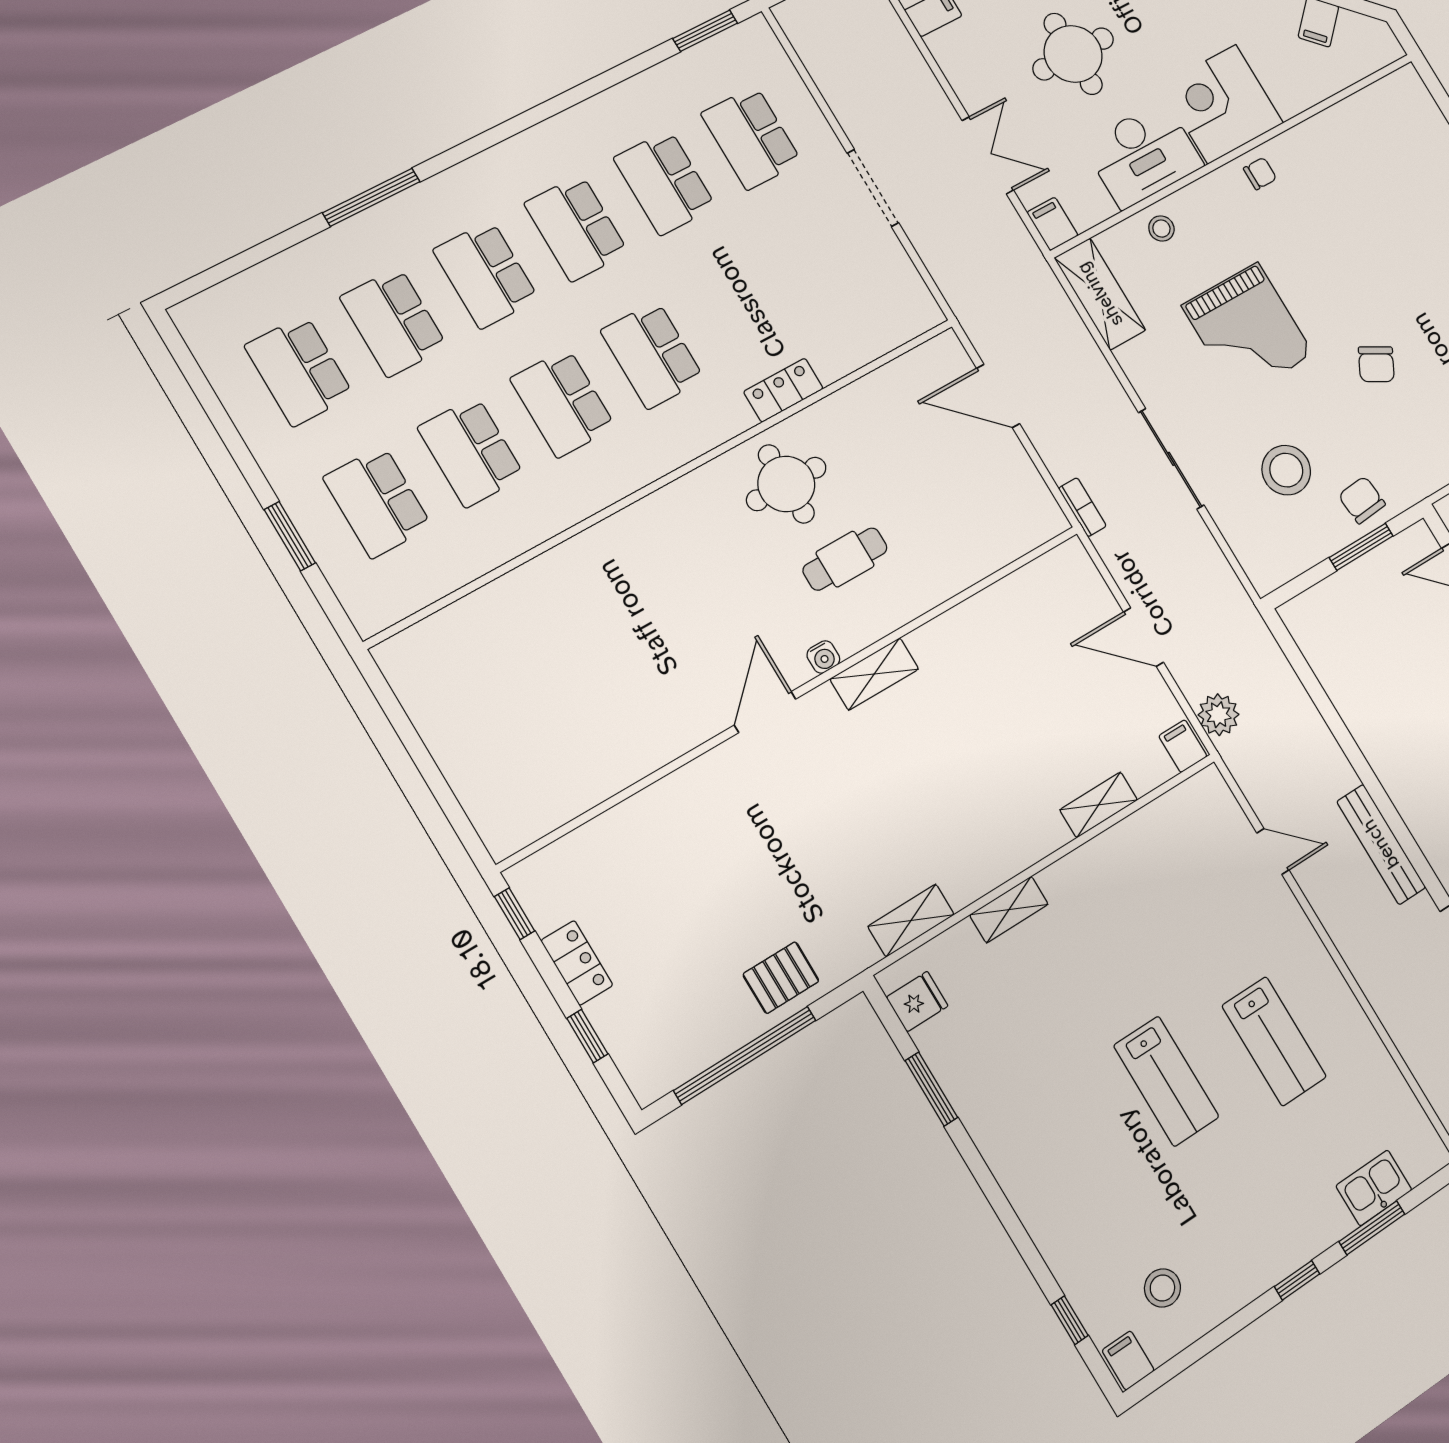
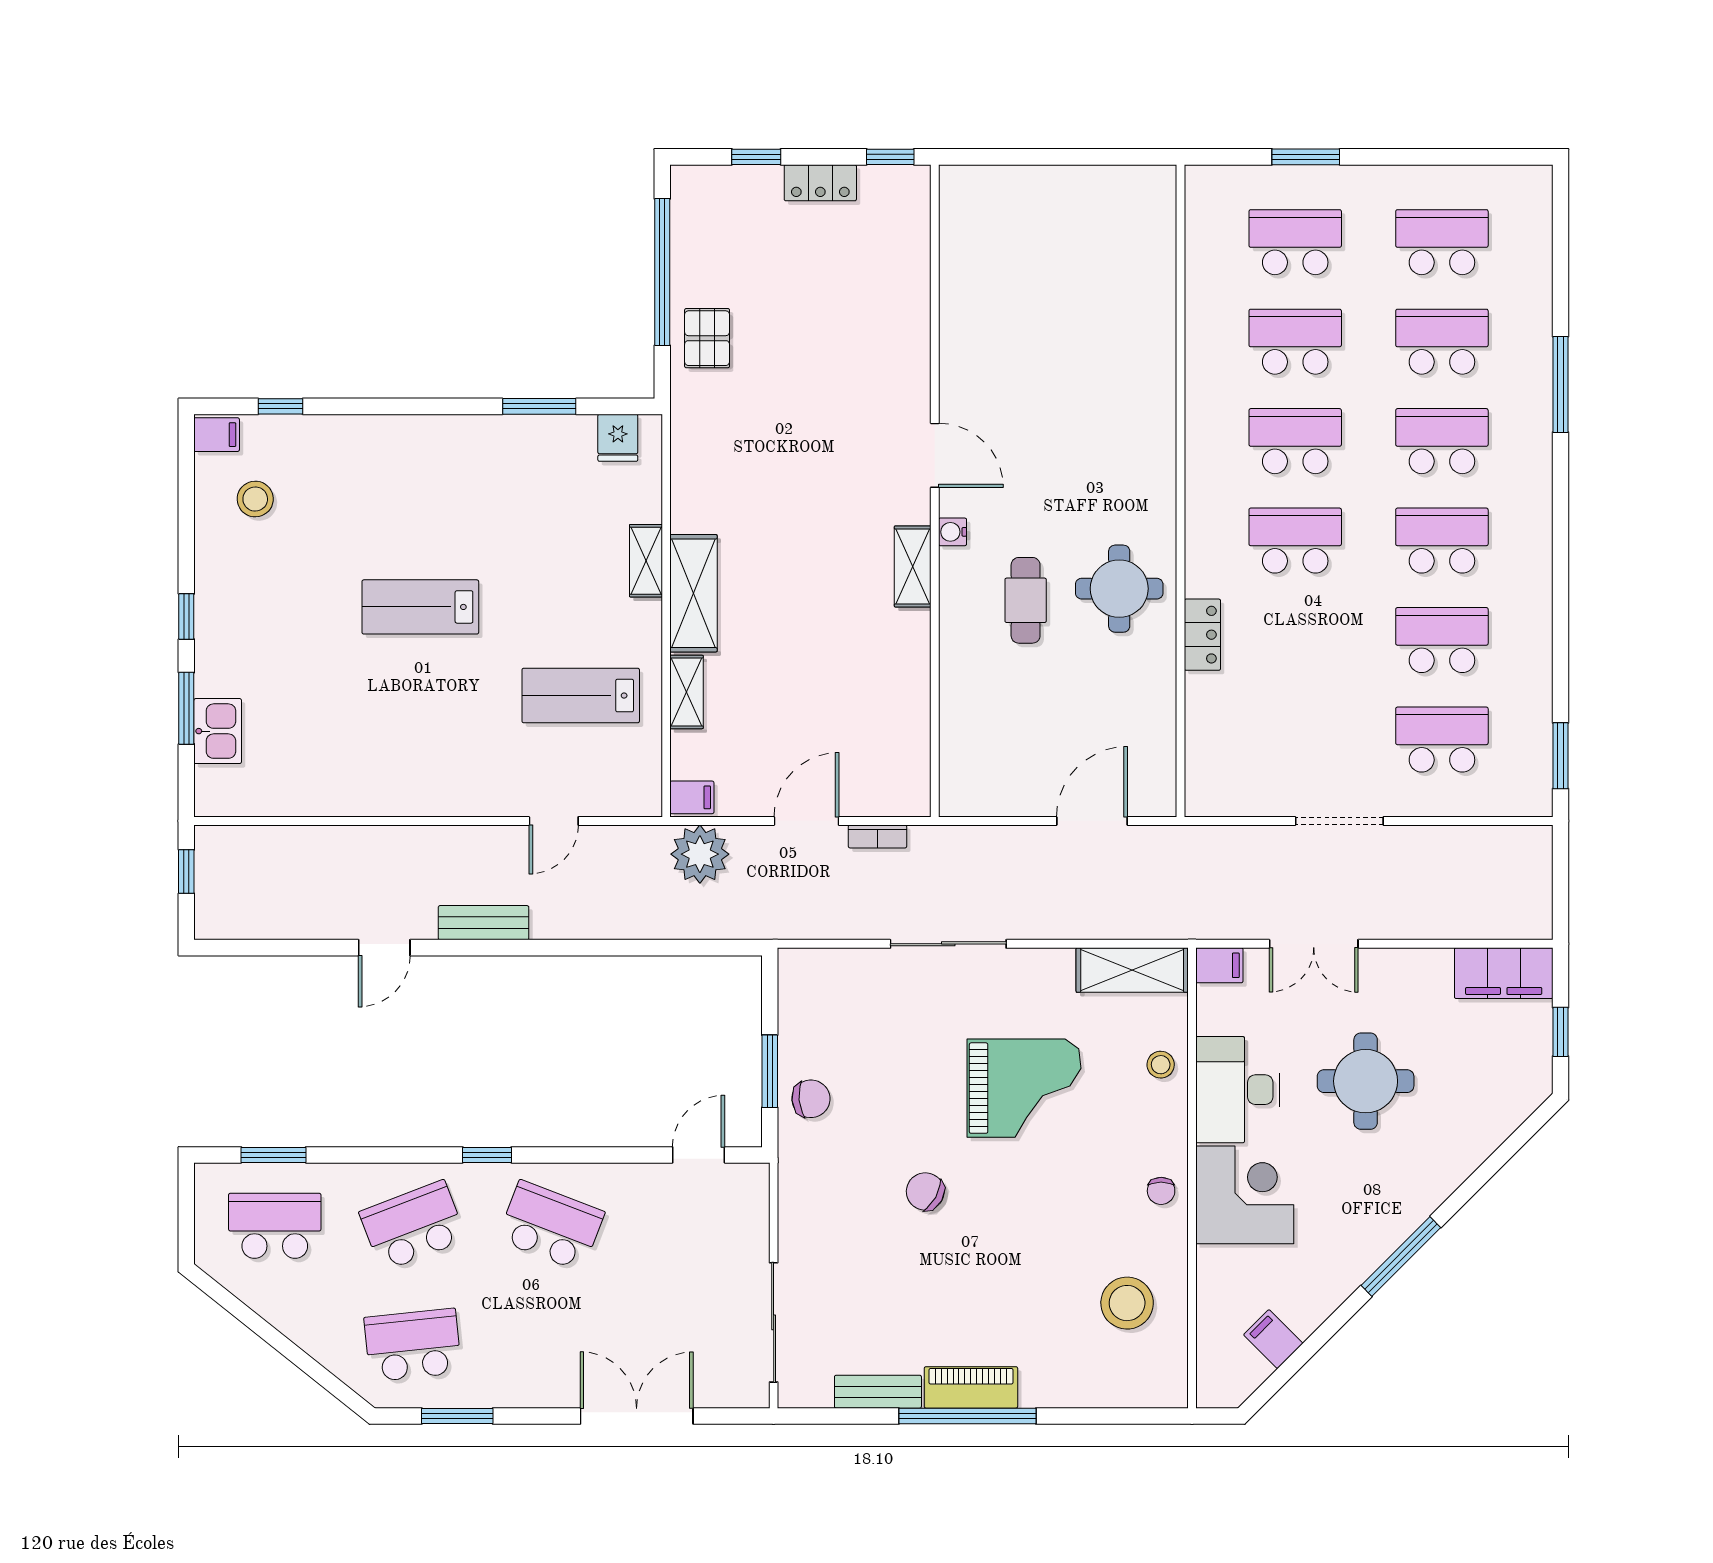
grand piano: (1248, 330) -> (1024, 1088), turned 180
stool: (1286, 470) -> (1127, 1303), moved
bookcase: (1082, 507) -> (878, 836), moved
plant: (1219, 715) -> (700, 854), width x1.36, depth x1.36
bench: (1381, 844) -> (484, 923), width x0.73
shelving: (911, 920) -> (693, 593), moved, width x1.50, depth x1.33
lab bench: (1274, 1041) -> (581, 696), moved

